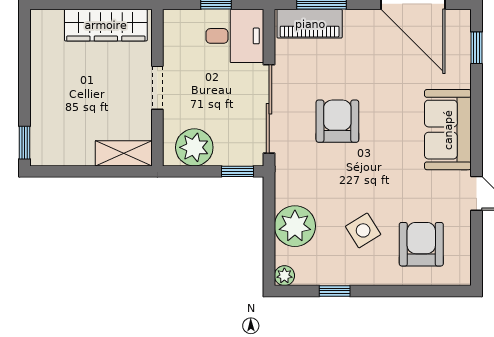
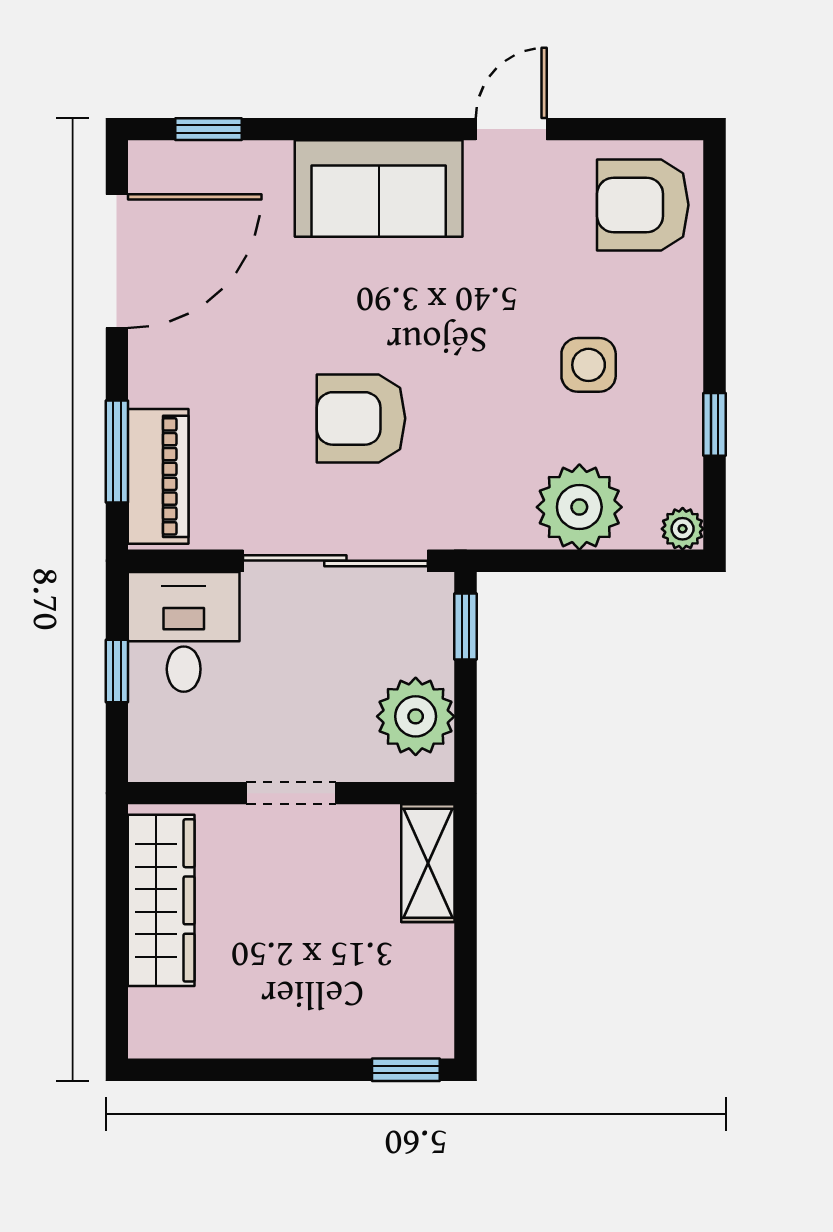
side table: (363, 230) -> (589, 365), turned 32
armchair: (421, 244) -> (643, 205), moved

